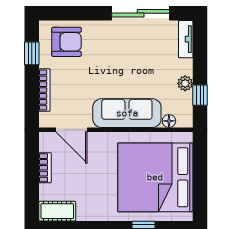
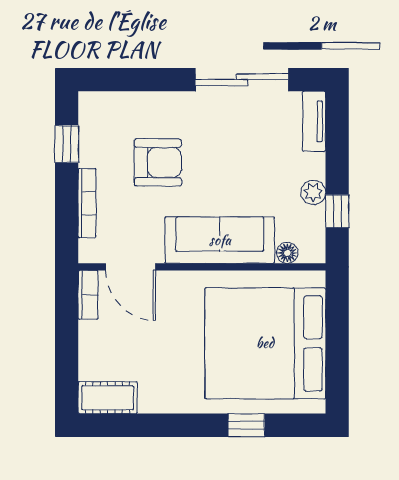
armchair: (67, 42) -> (158, 162), moved
bookcase: (45, 168) -> (88, 295), moved

